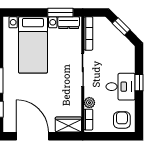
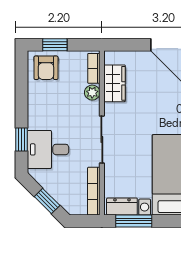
window: (139, 83) -> (22, 139), moved
desk: (121, 87) -> (48, 149), moved
wardrobe: (68, 125) -> (114, 83), moved, turned -90
window: (116, 136) -> (55, 45), added

